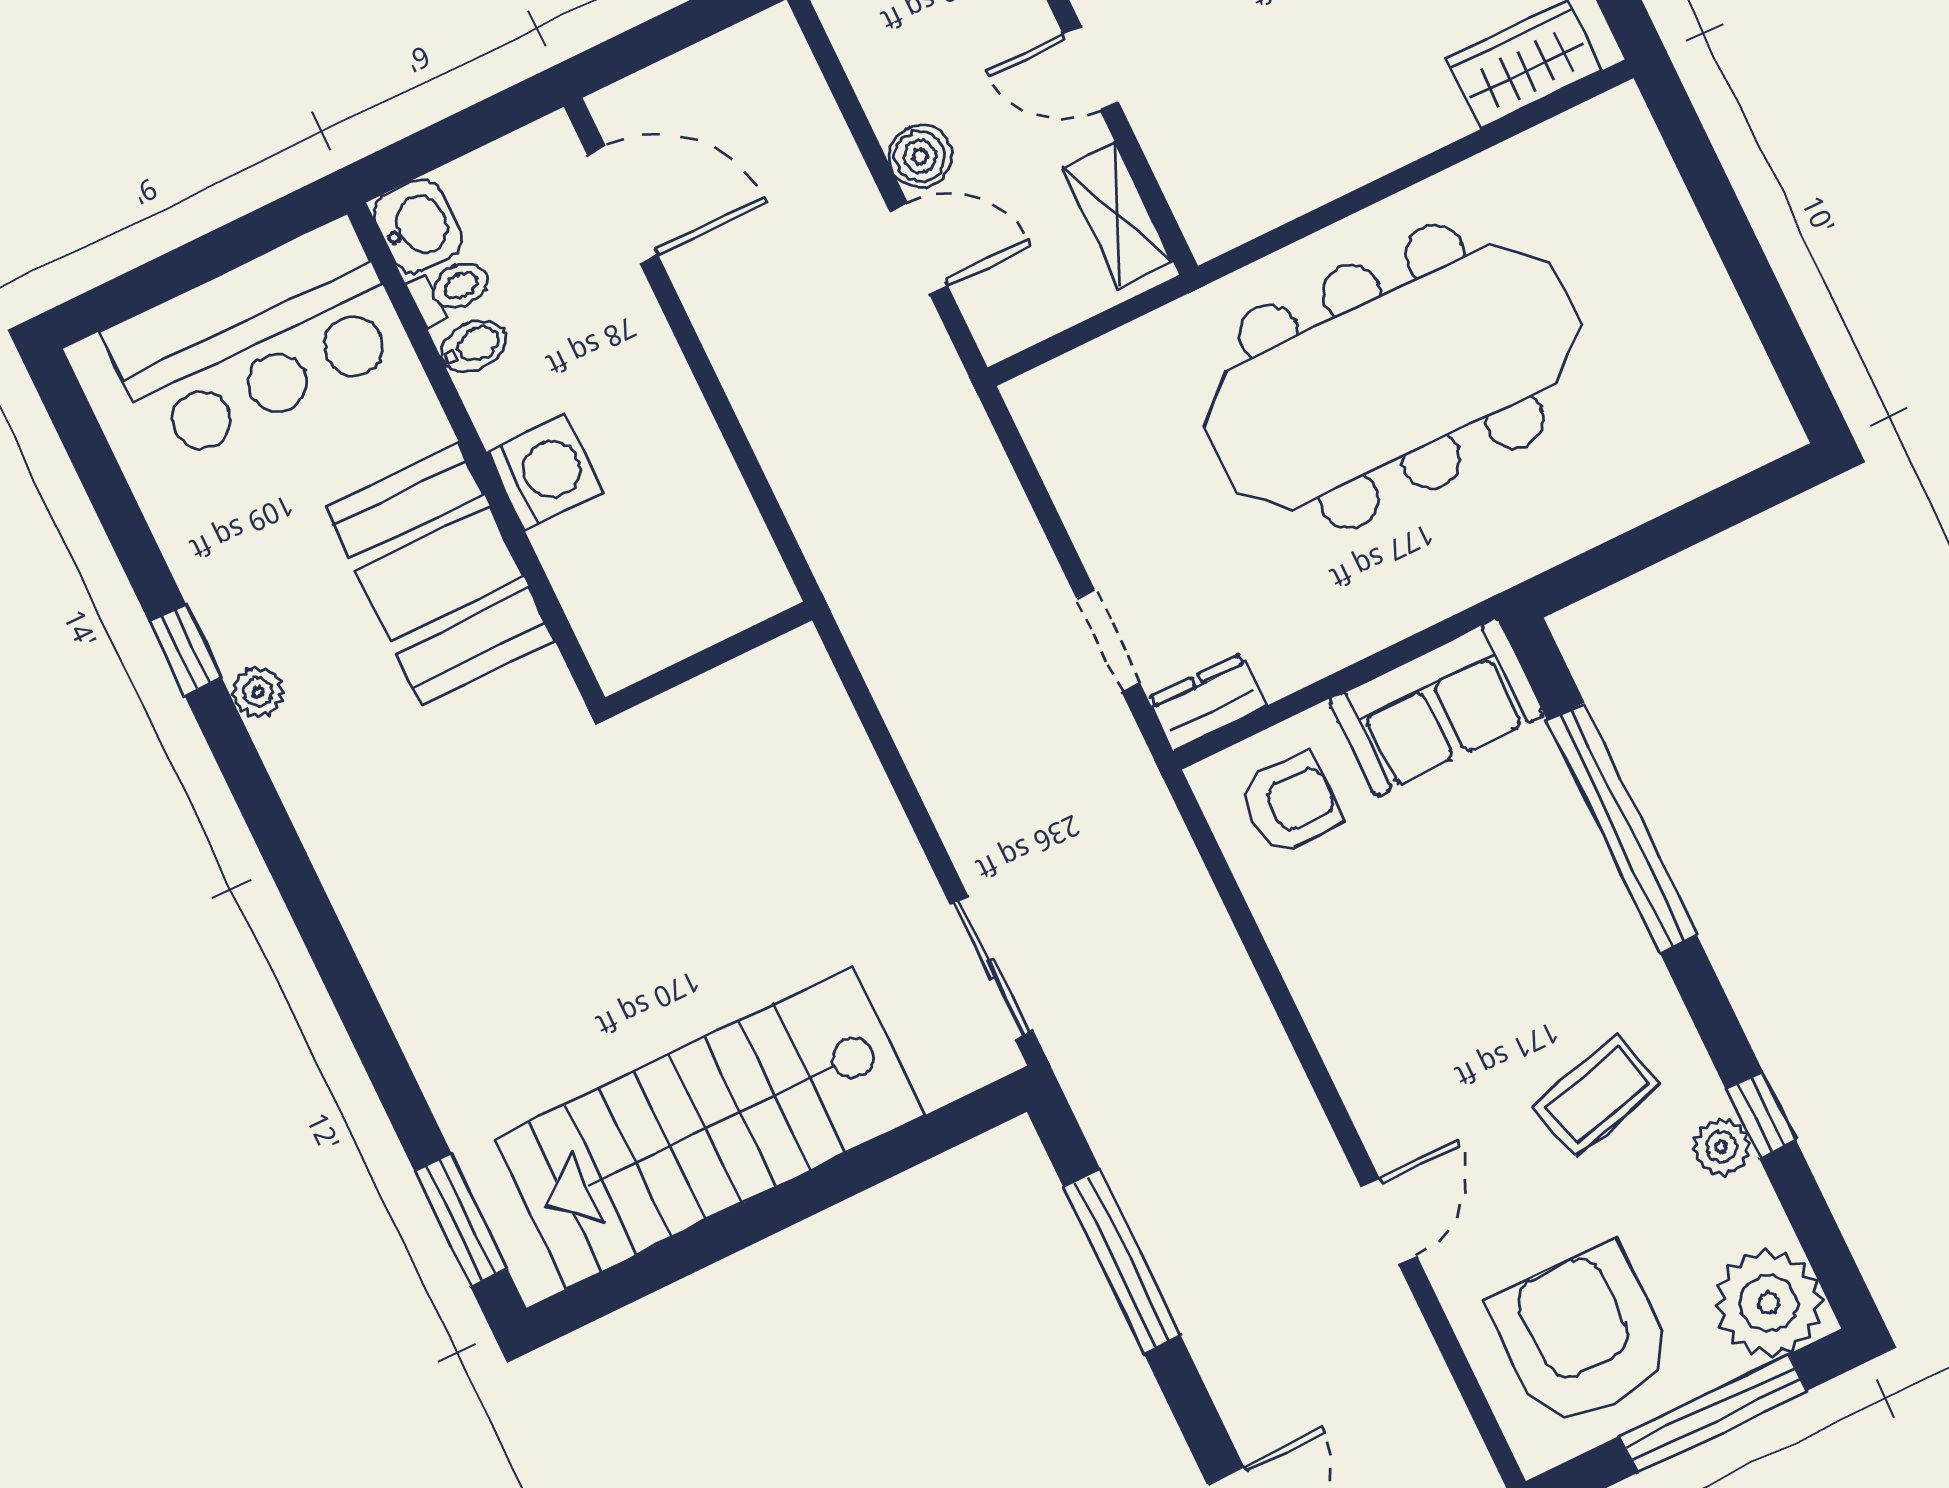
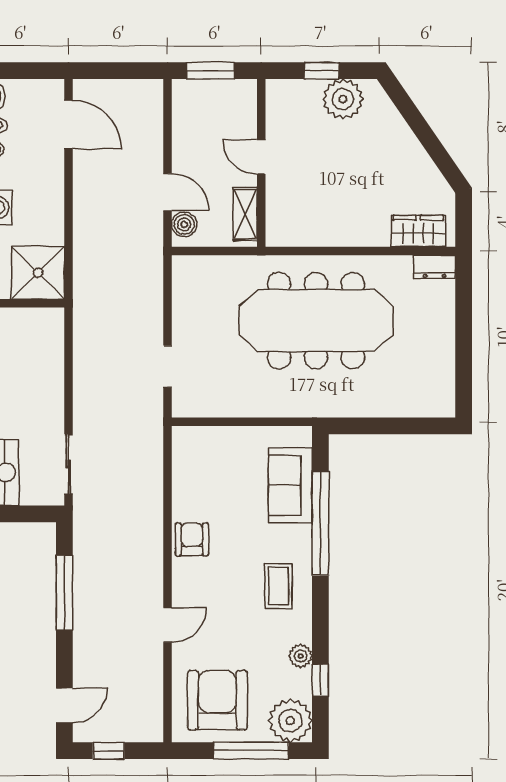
boiler: (920, 157) -> (184, 225), moved
shower: (715, 571) -> (38, 273), added
dresser: (1207, 702) -> (434, 267), moved, turned 180
sofa: (1436, 707) -> (290, 485), moved, turned 90
armchair: (1290, 804) -> (192, 539), moved, turned -90
coffee table: (1597, 1095) -> (279, 586), moved, turned -75
window: (1761, 1115) -> (320, 680), moved

